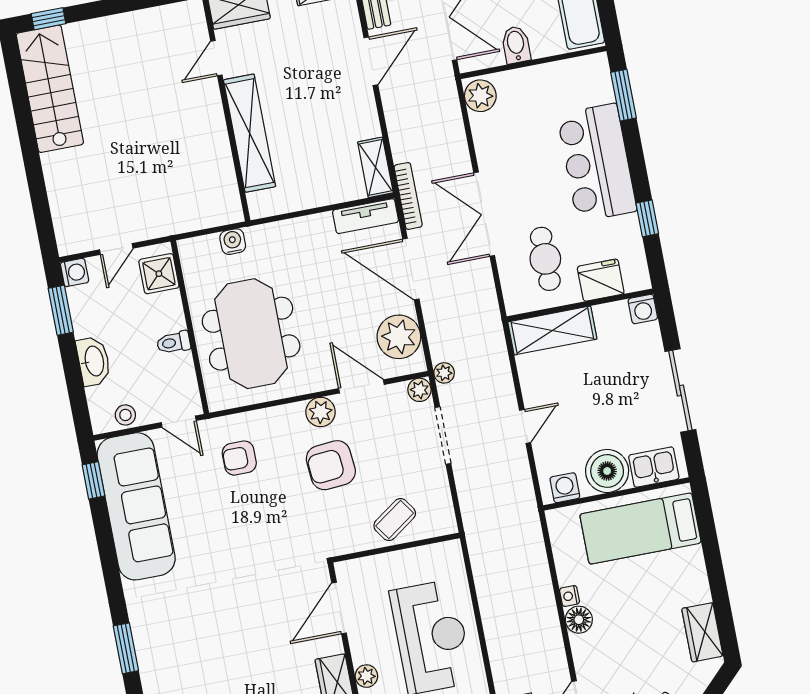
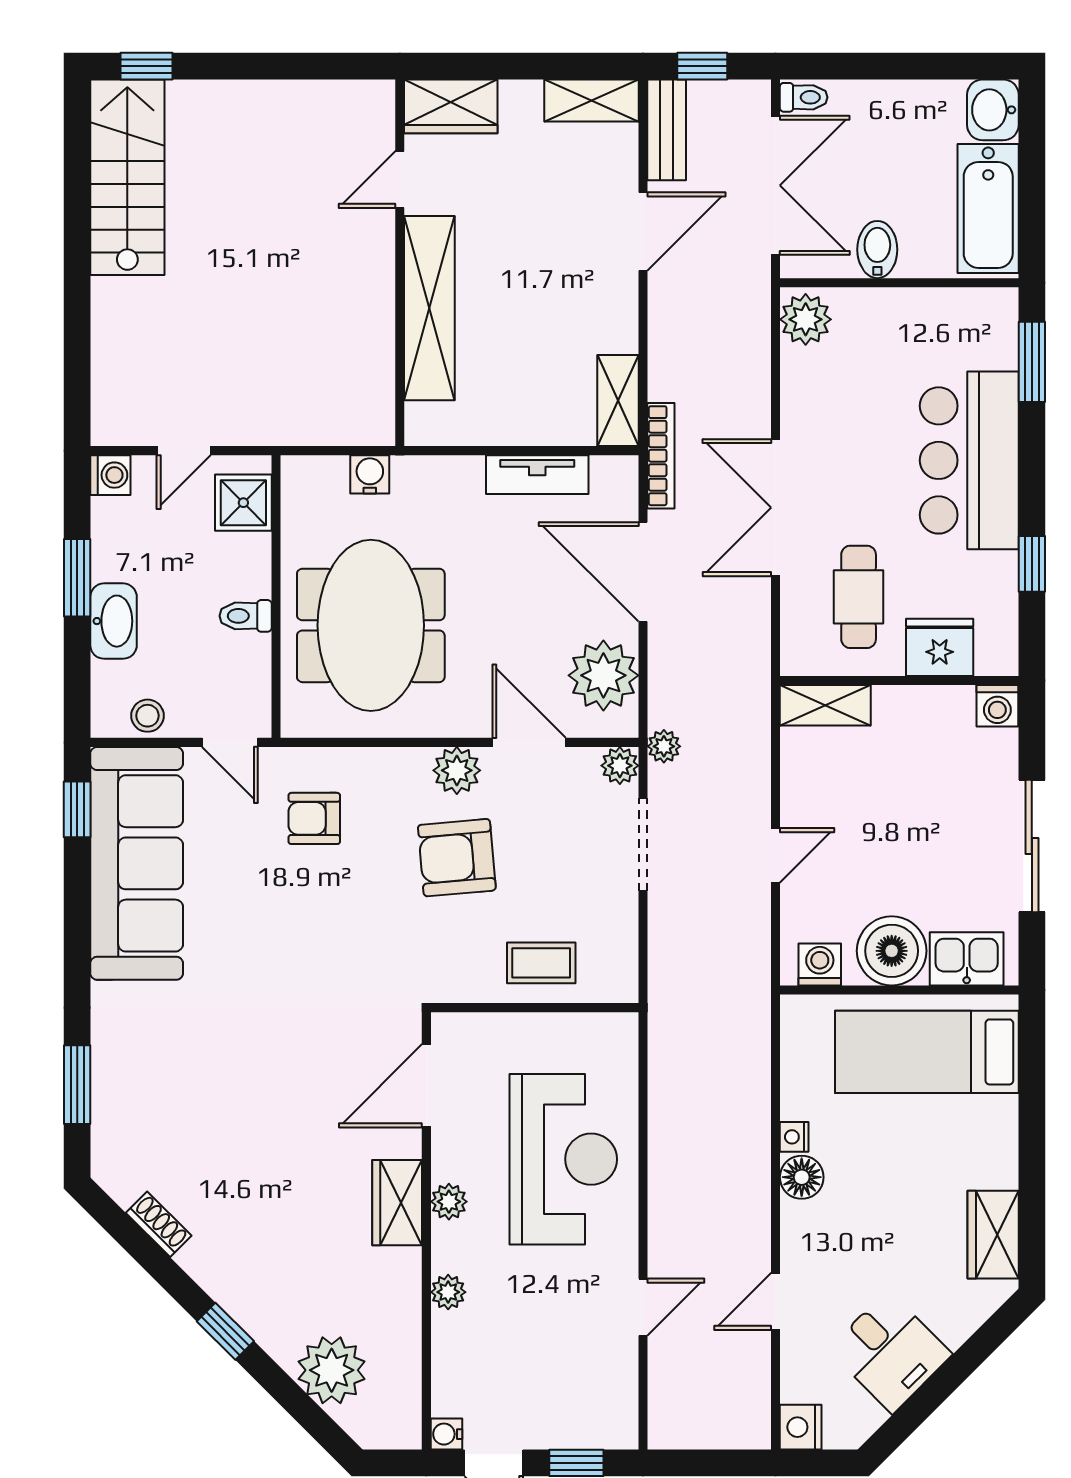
tv unit: (366, 216) -> (537, 475), moved
window: (61, 310) -> (77, 578), moved
shelving: (552, 330) -> (825, 705), width x0.67, depth x0.75
coffee table: (395, 520) -> (541, 963), turned 35

